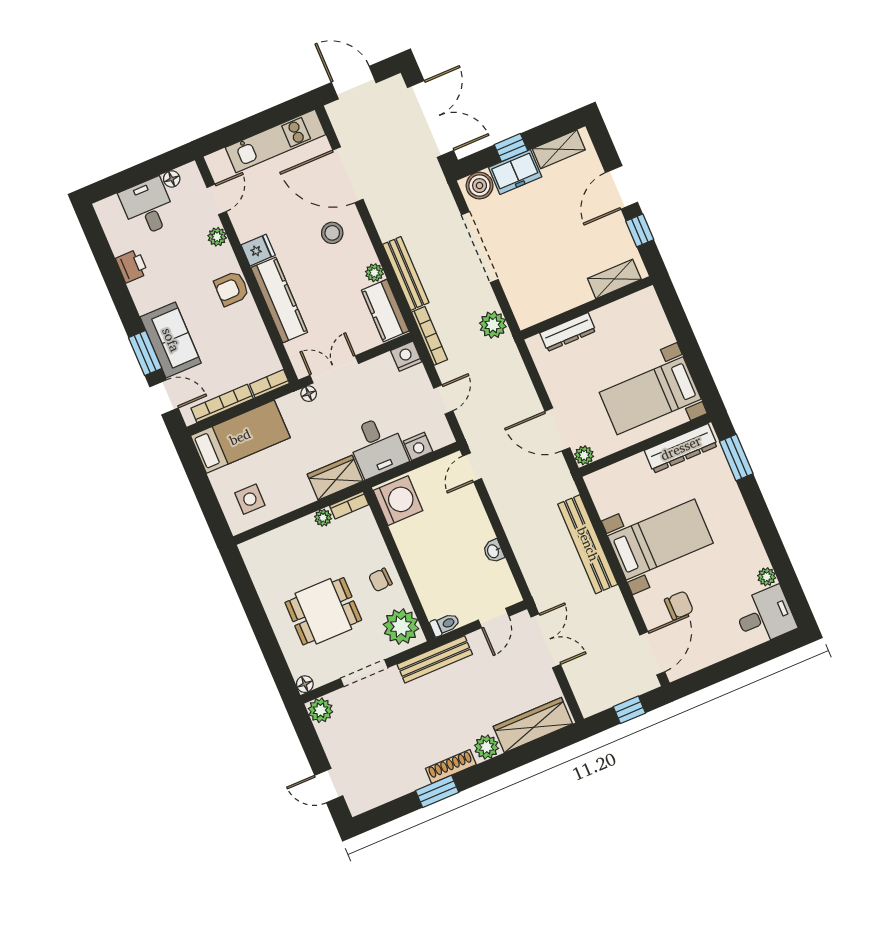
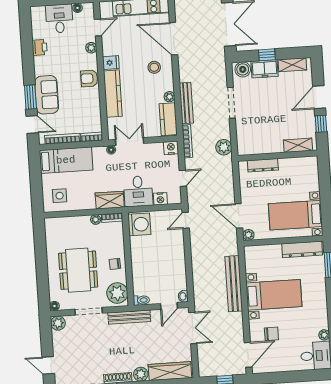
doorway: (480, 247) -> (231, 103), width x0.73
washbasin: (493, 551) -> (183, 296), moved
dining table: (323, 611) -> (78, 270), width x1.38

